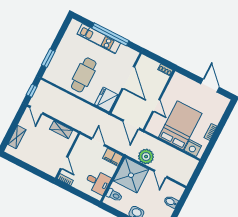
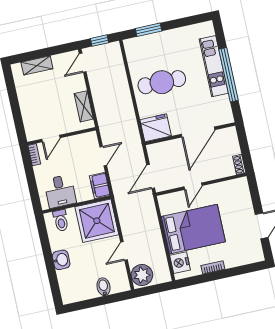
plant: (146, 157) -> (142, 275), moved

